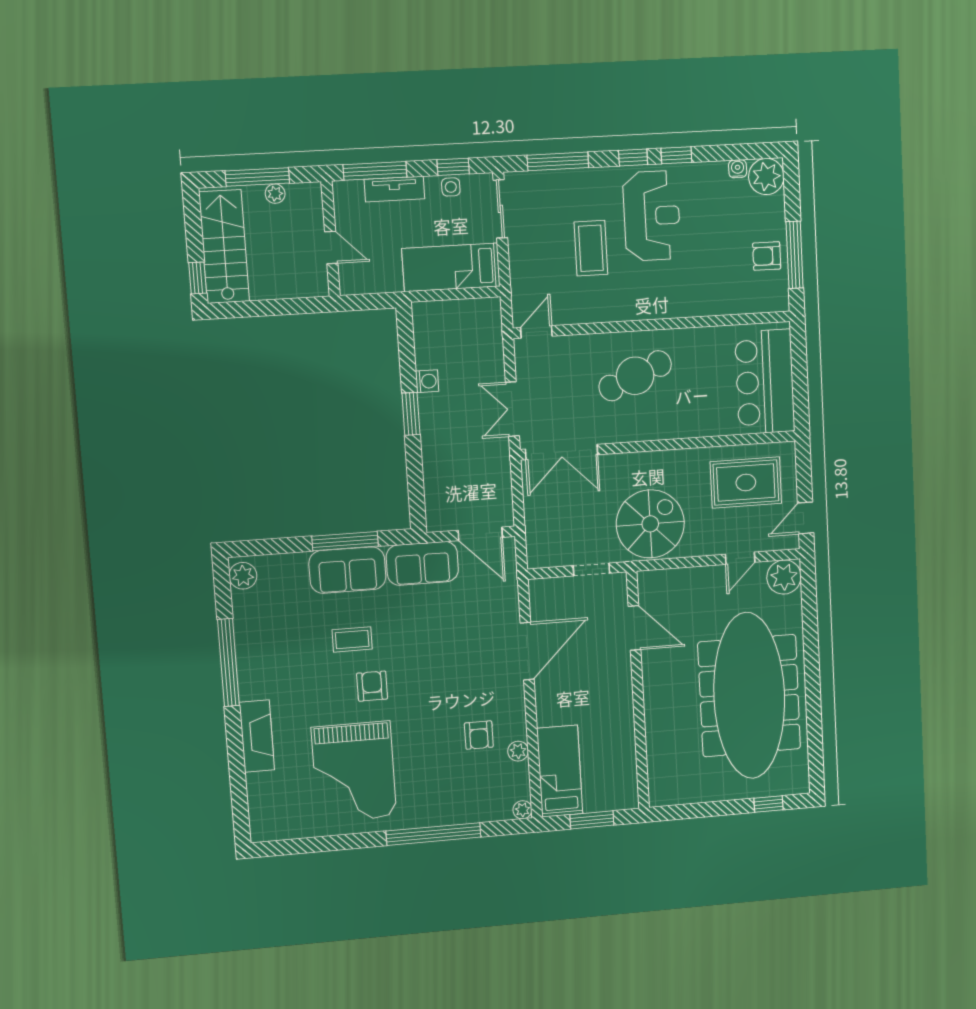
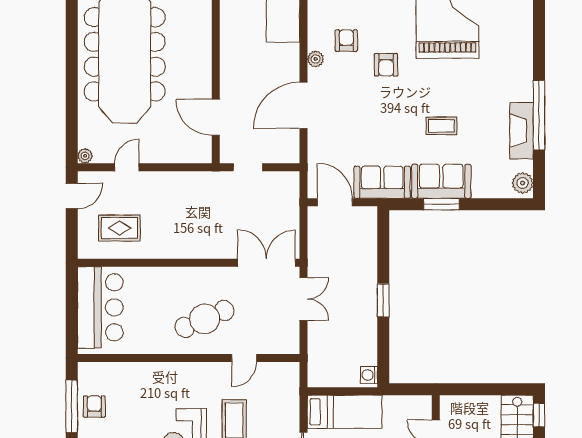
armchair: (767, 256) -> (94, 407), turned -90
door: (536, 332) -> (244, 358), moved
washing machine: (427, 381) -> (369, 375), moved
rug: (746, 483) -> (119, 228), width x0.73, depth x0.70
spiral stairs: (650, 524) -> (199, 200), removed
window: (345, 541) -> (441, 204), width x0.69
plant: (784, 577) -> (85, 156), width x0.53, depth x0.53
armchair: (372, 686) -> (386, 65), moved
fireplace: (257, 736) -> (522, 131), moved
plant: (518, 751) -> (316, 59), moved

